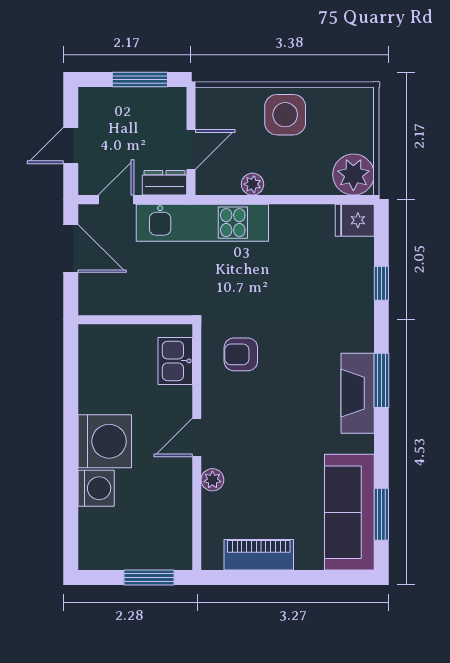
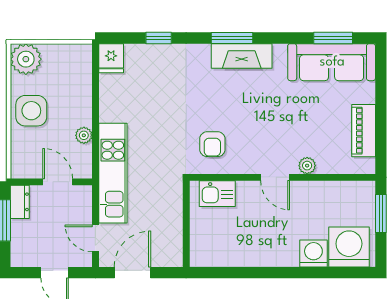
plant: (353, 175) -> (26, 59), moved
dresser: (164, 183) -> (20, 202), moved, turned 180
washing machine: (105, 441) -> (349, 247), moved

